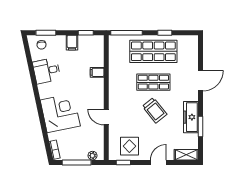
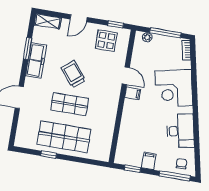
window: (46, 33) -> (175, 176), width x1.44
window: (127, 33) -> (89, 161), removed
desk: (47, 71) -> (180, 131), width x1.37
filing cabinet: (97, 72) -> (133, 93), moved

